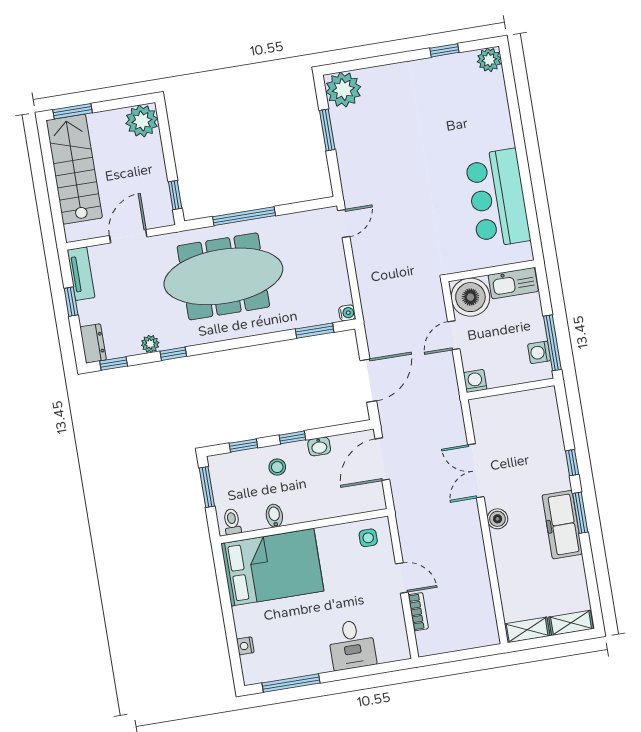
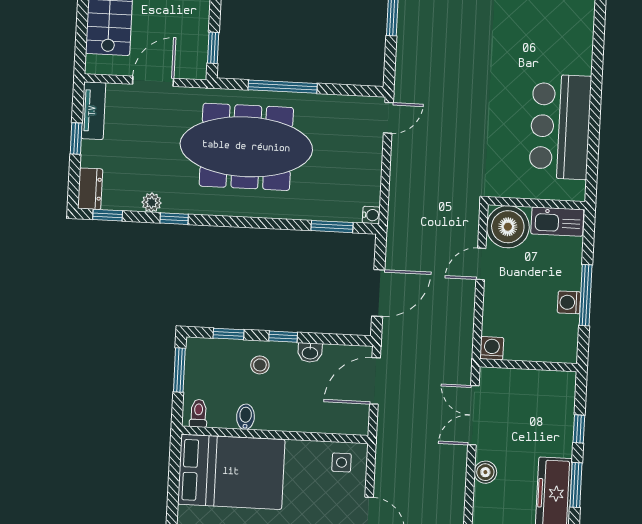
washing machine: (475, 381) -> (492, 348), moved
wall: (511, 389) -> (528, 365), moved

